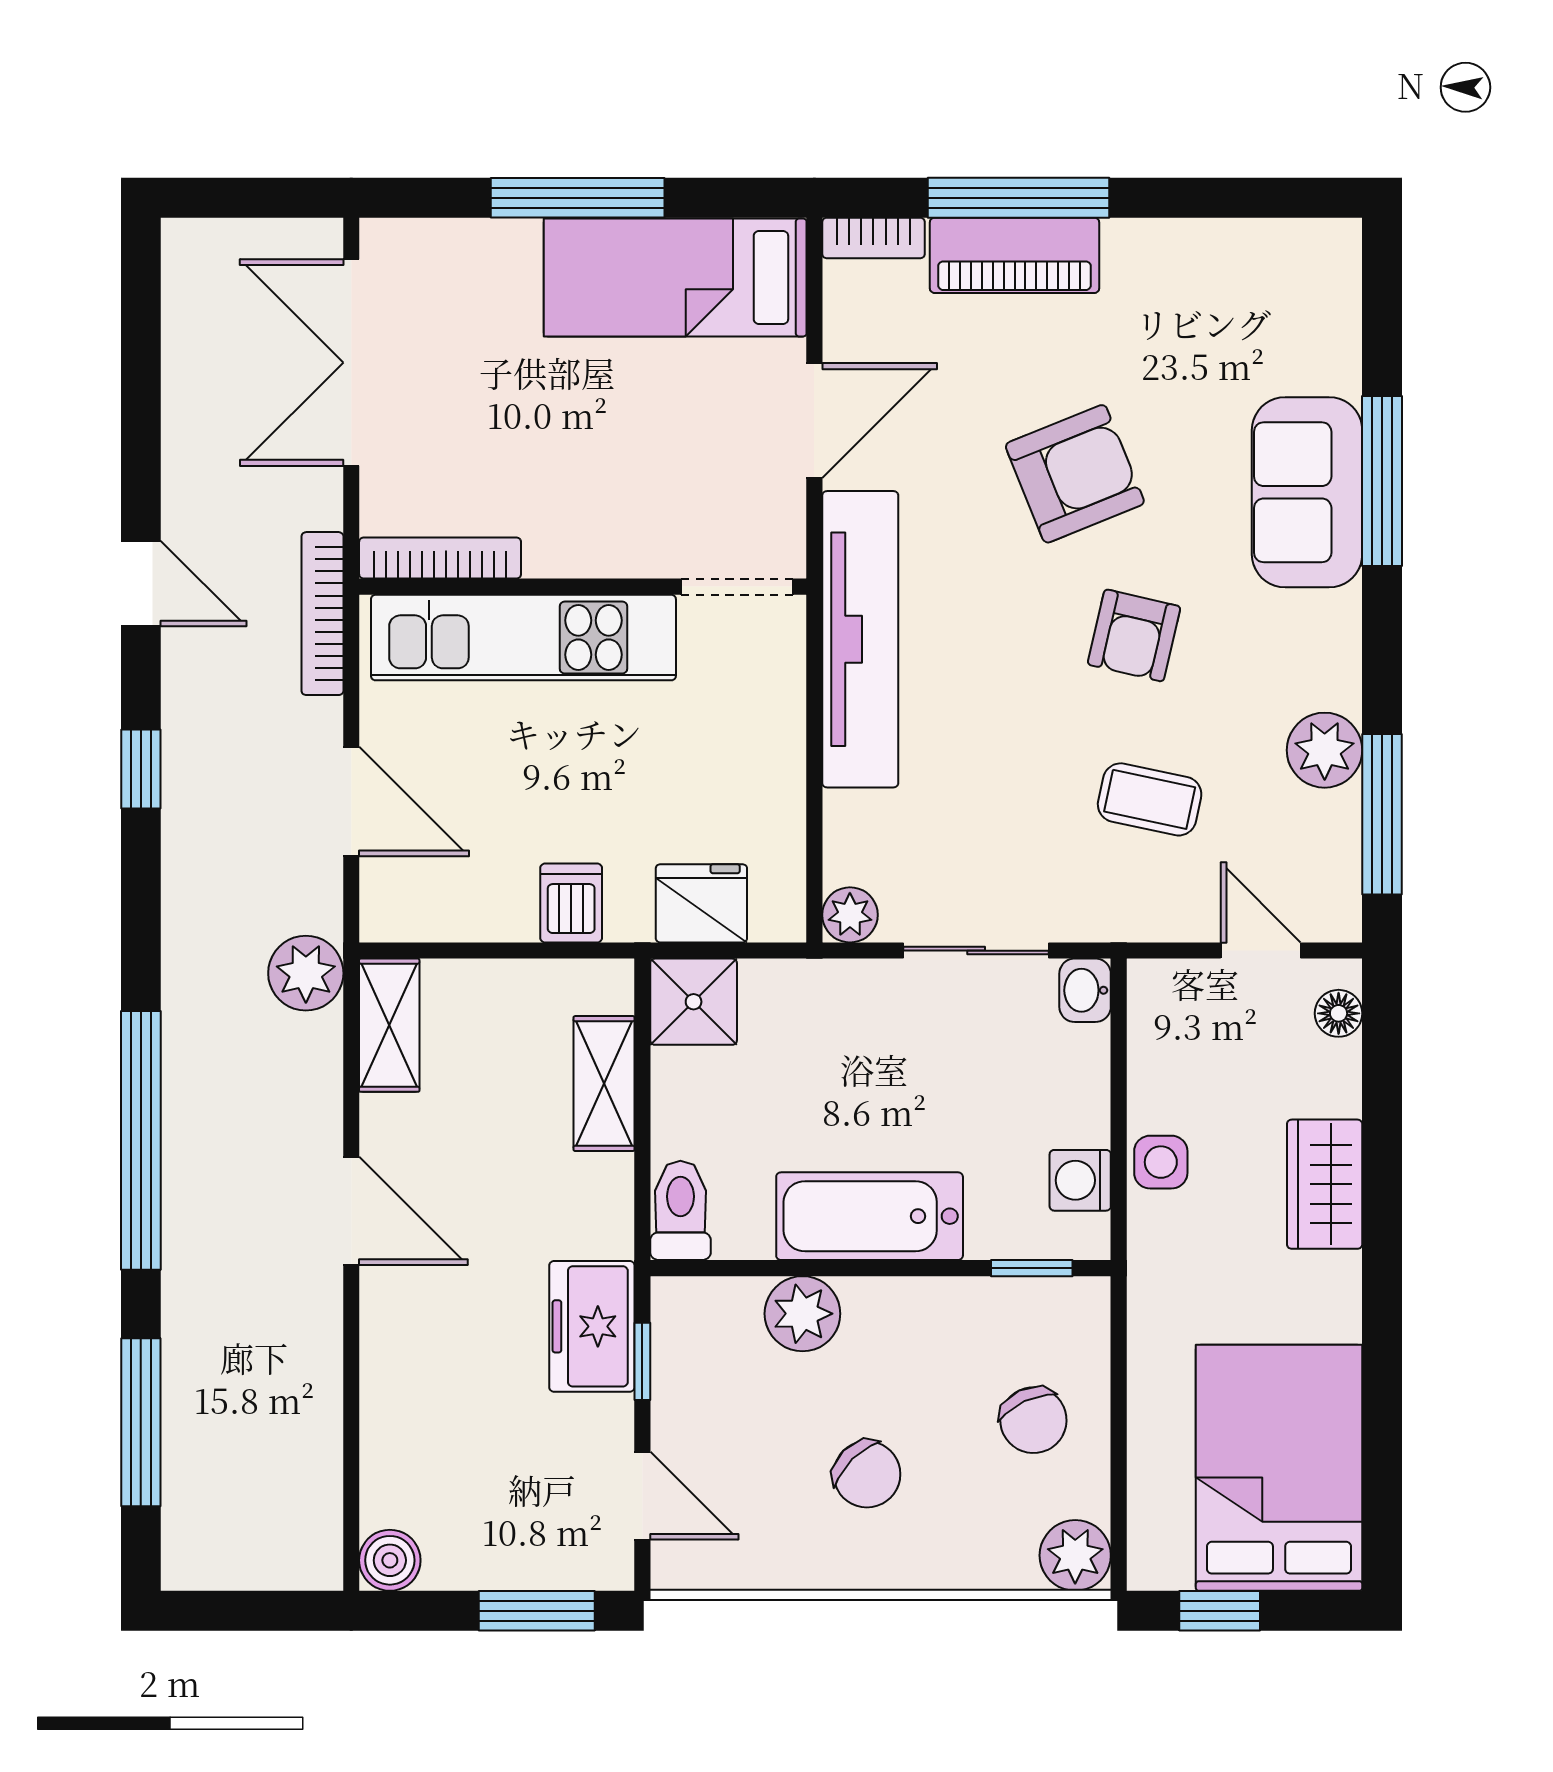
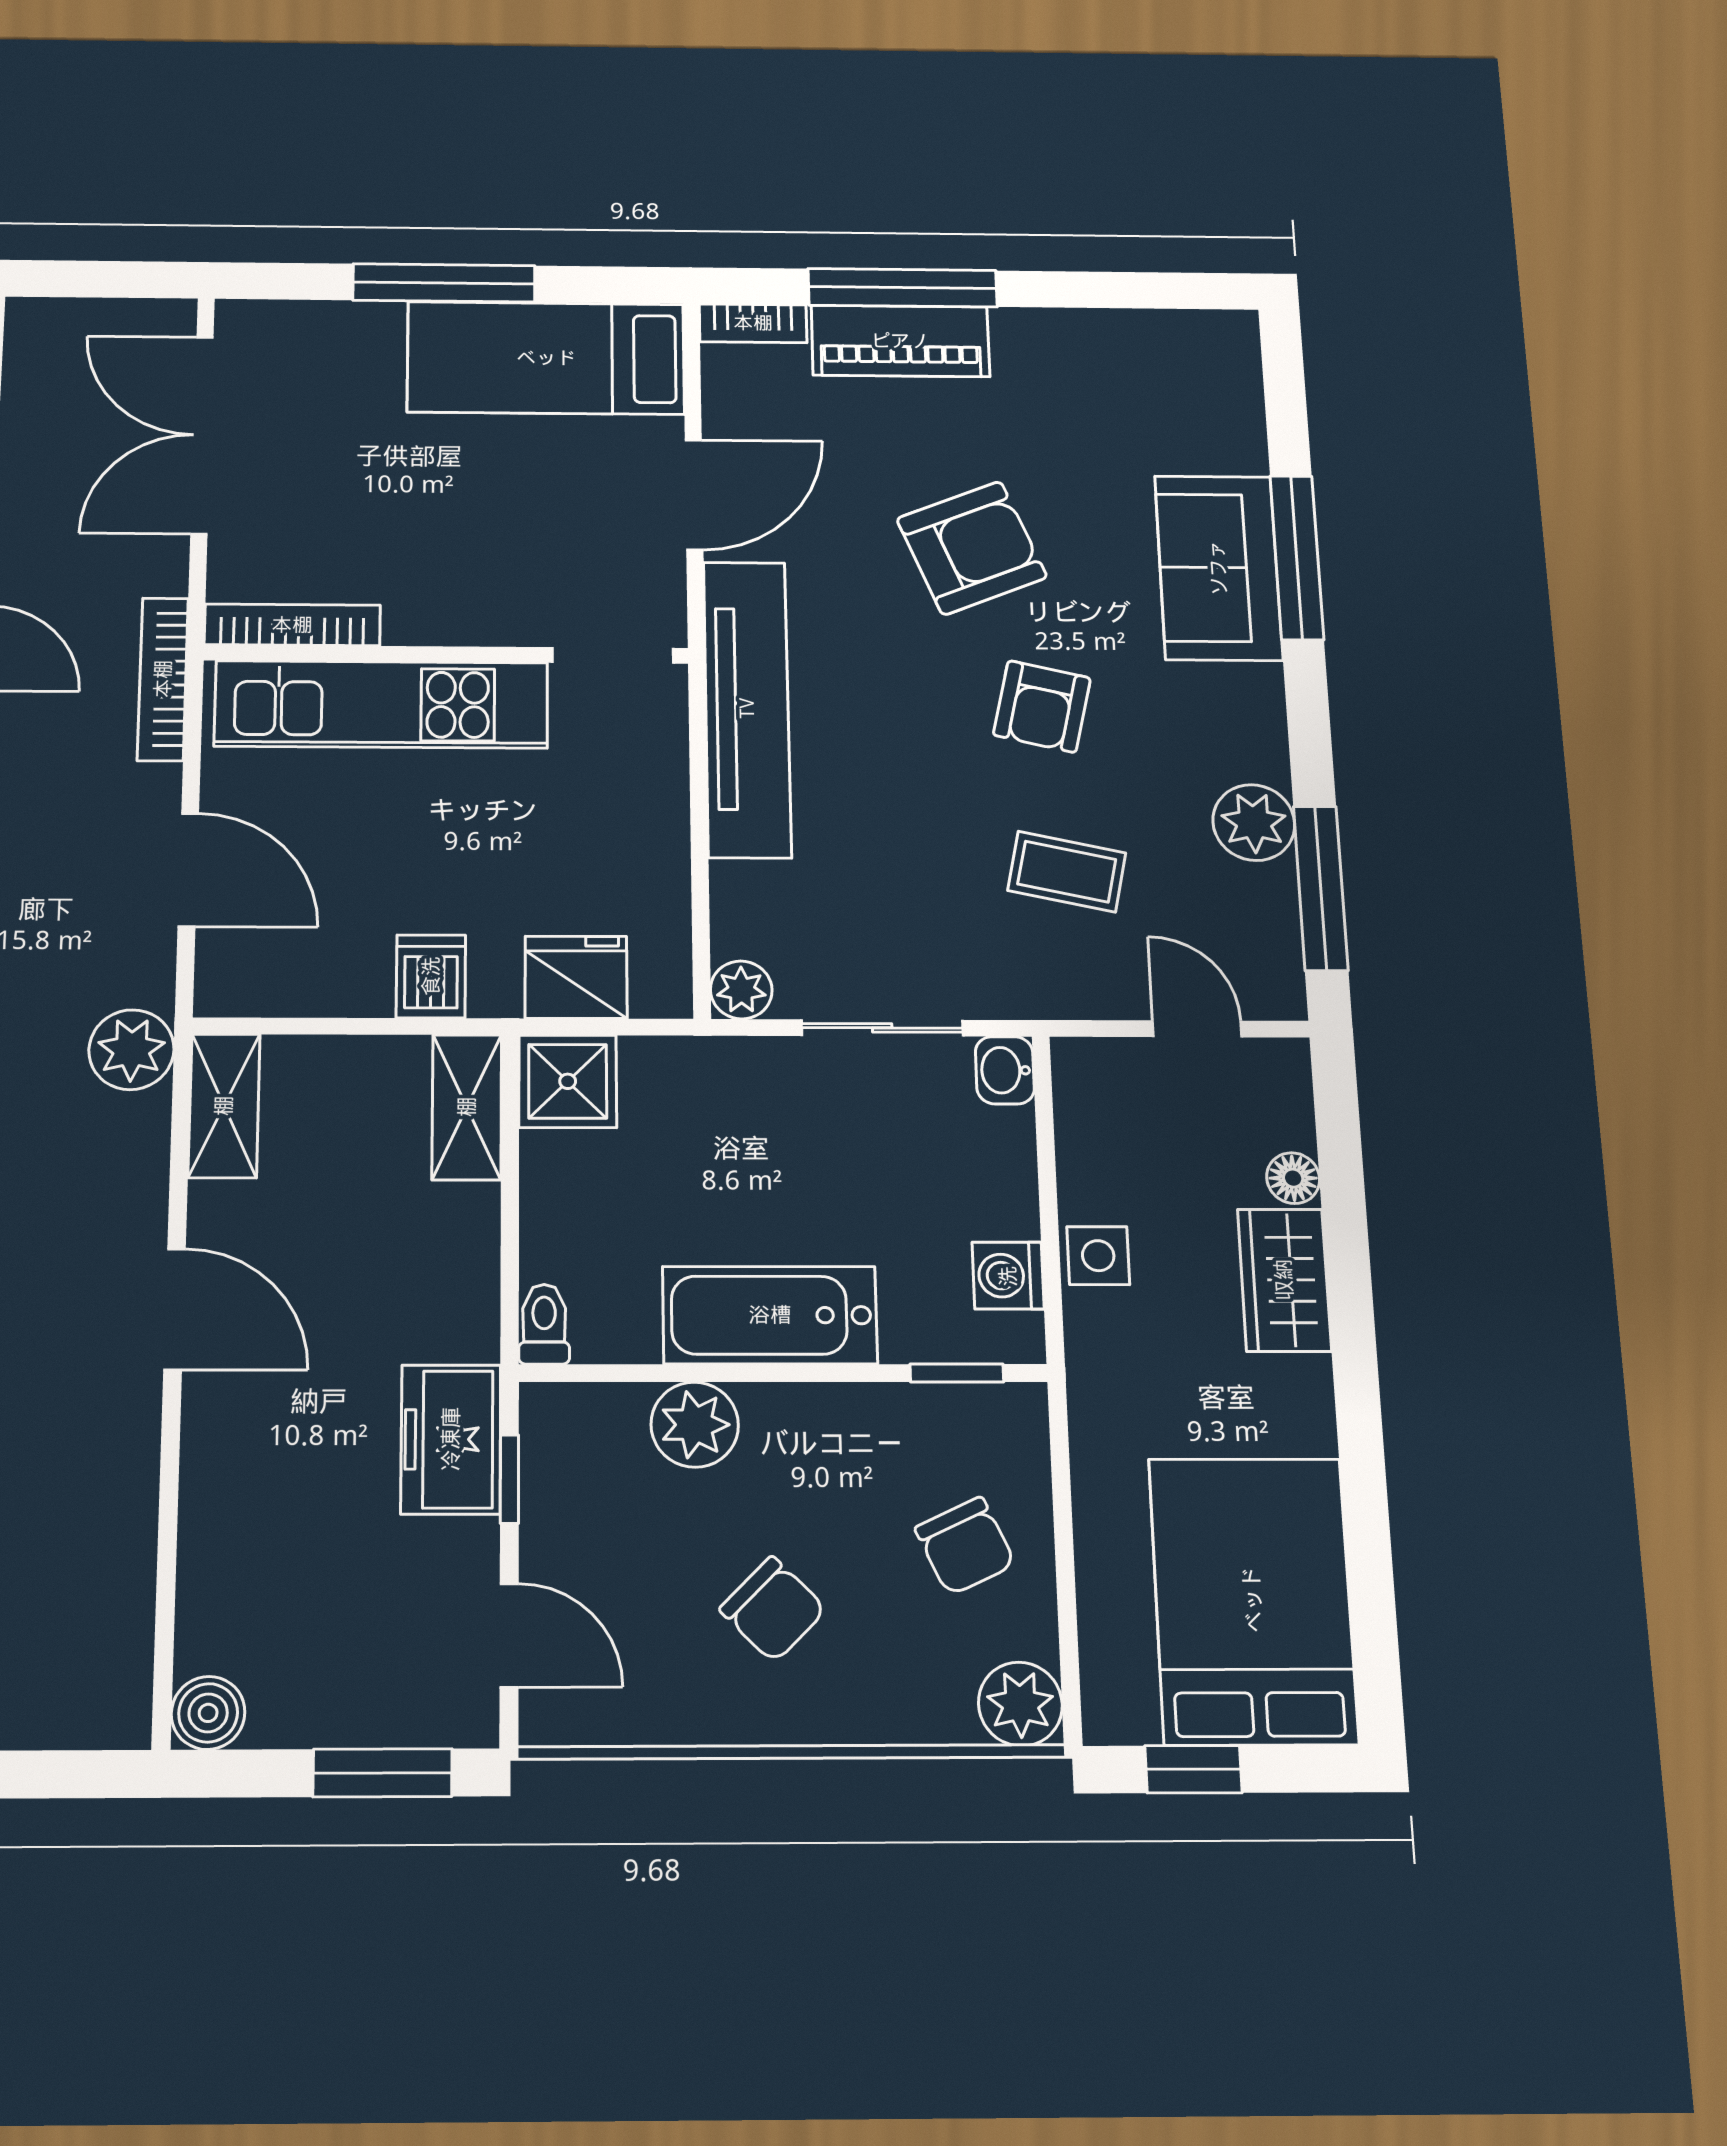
floor lamp: (1339, 1013) -> (1293, 1178), moved
shelving: (604, 1084) -> (467, 1107), moved
toilet: (680, 1210) -> (544, 1324), width x0.73, depth x0.72

